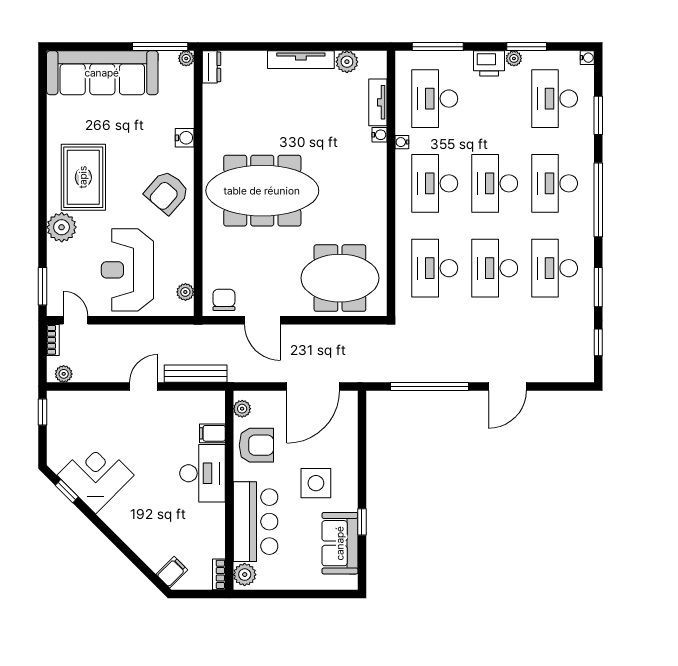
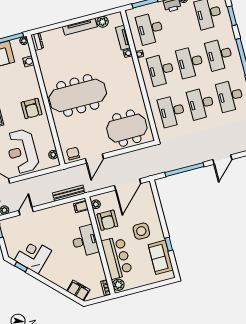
water cooler: (185, 138) -> (28, 61), moved
armchair: (167, 192) -> (32, 108), turned -41
door: (262, 320) -> (94, 159), hinge flipped
door: (144, 387) -> (26, 211), moved
filing cabinet: (212, 433) -> (81, 207), moved
armchair: (256, 445) -> (107, 220), turned 90
filing cabinet: (172, 572) -> (78, 290), width x2.00

